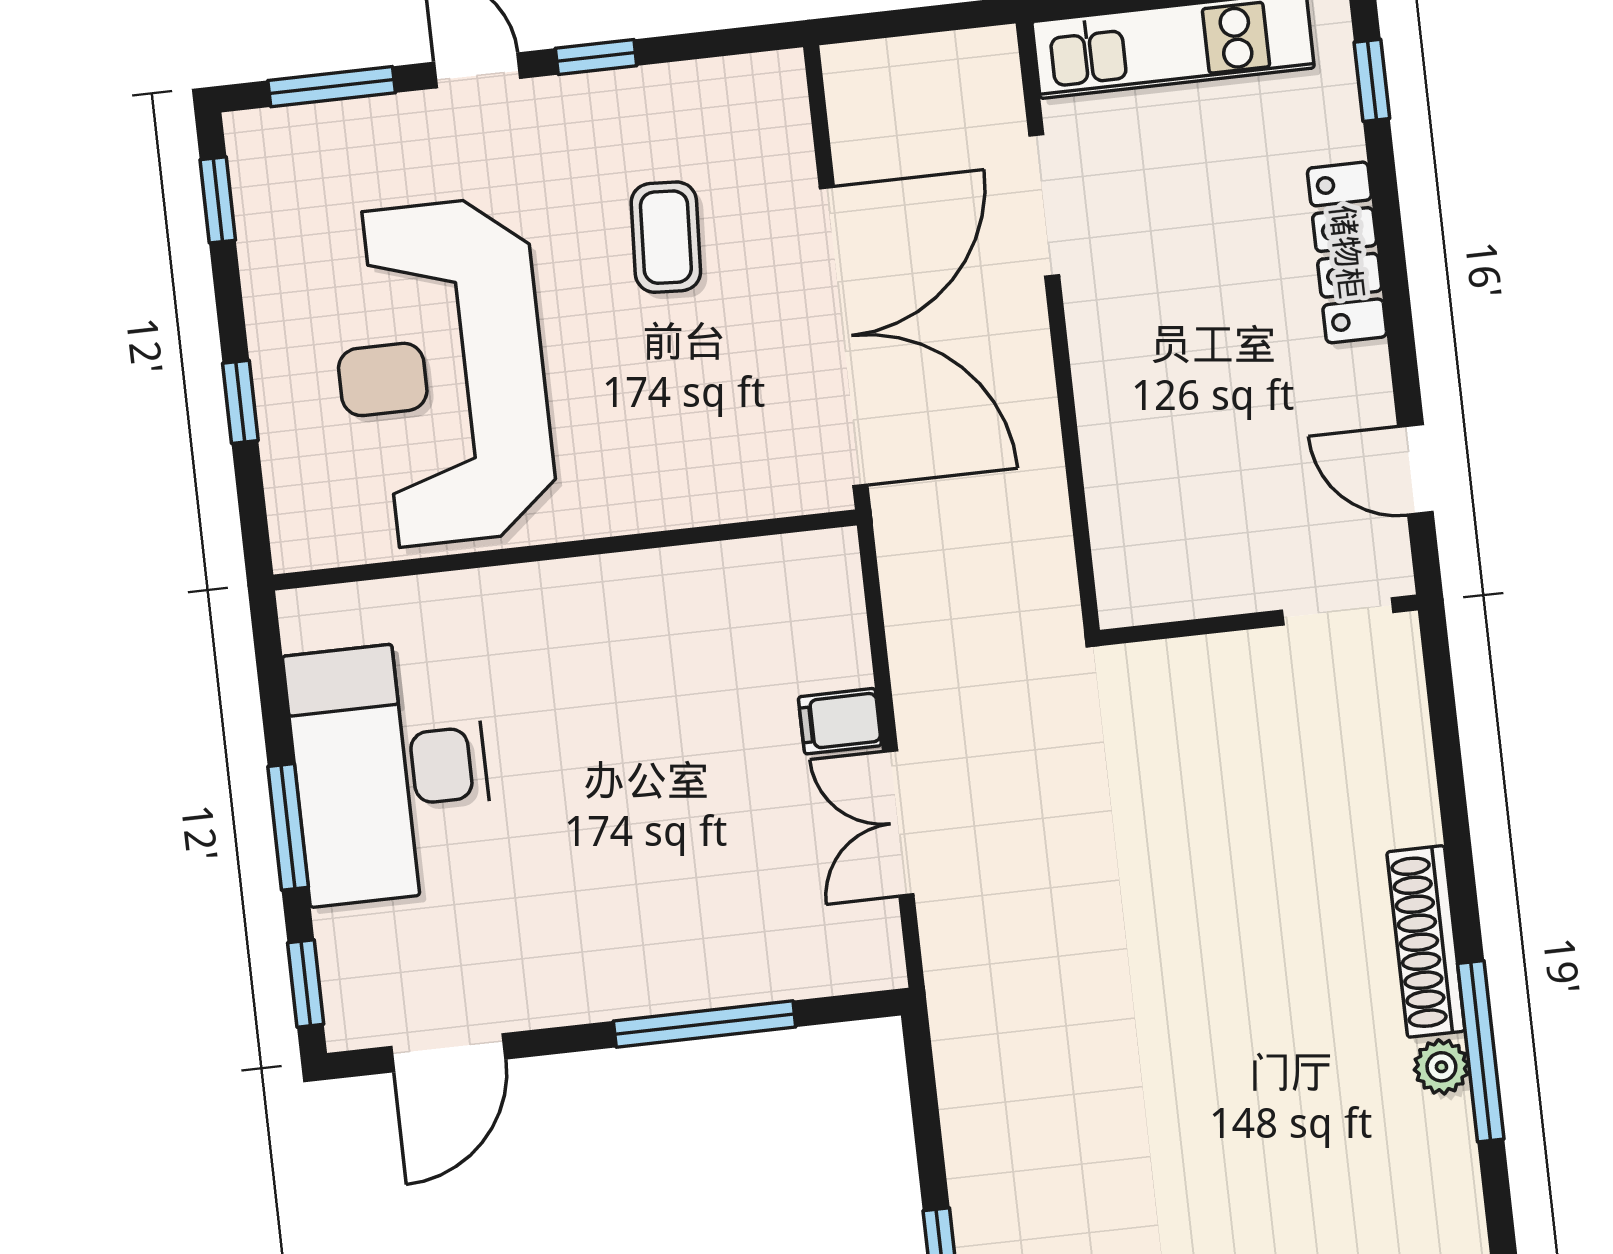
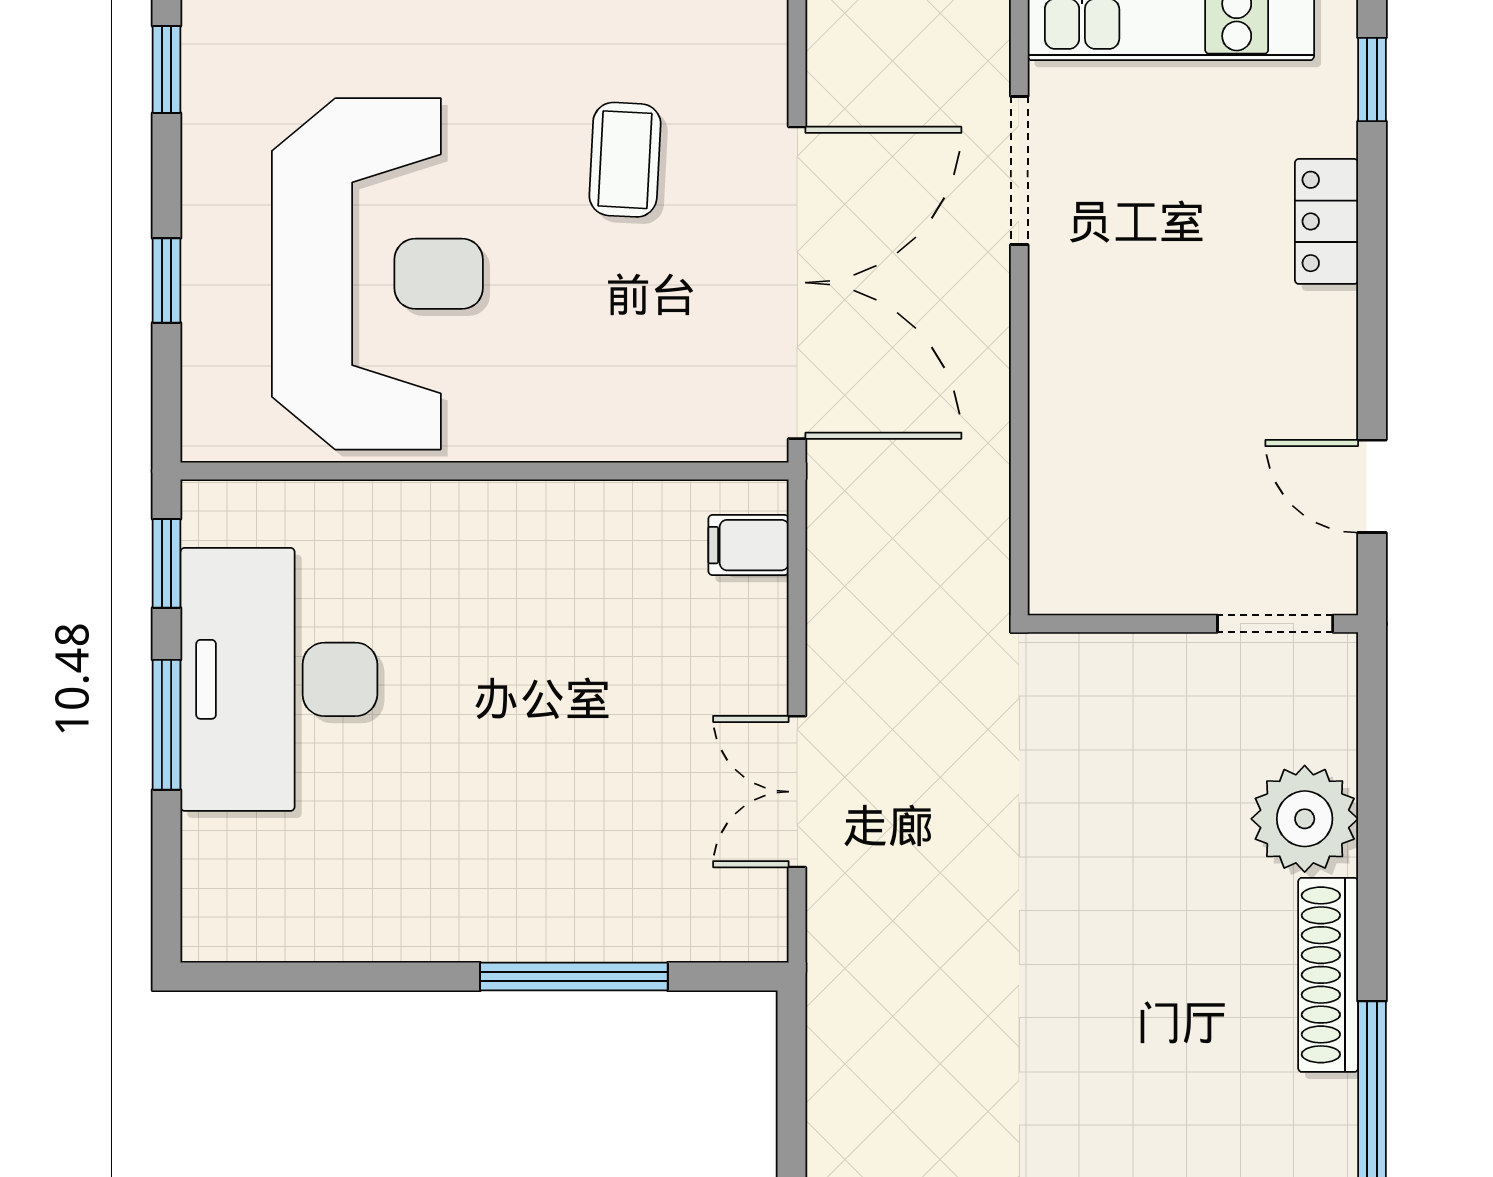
locker: (1347, 252) -> (1327, 221), width x0.66
reception desk: (441, 373) -> (377, 274), turned 180
filing cabinet: (840, 721) -> (749, 545), moved
window: (306, 983) -> (167, 563), moved
door: (448, 1053) -> (306, 977), removed
plant: (1441, 1067) -> (1305, 819), moved, width x1.87, depth x1.87

